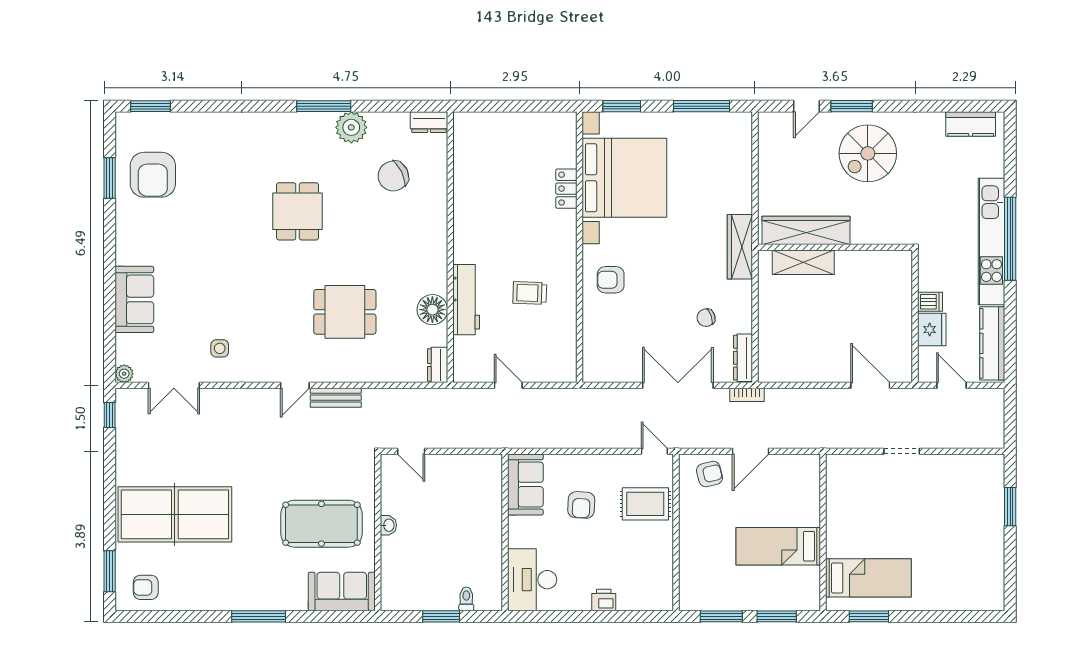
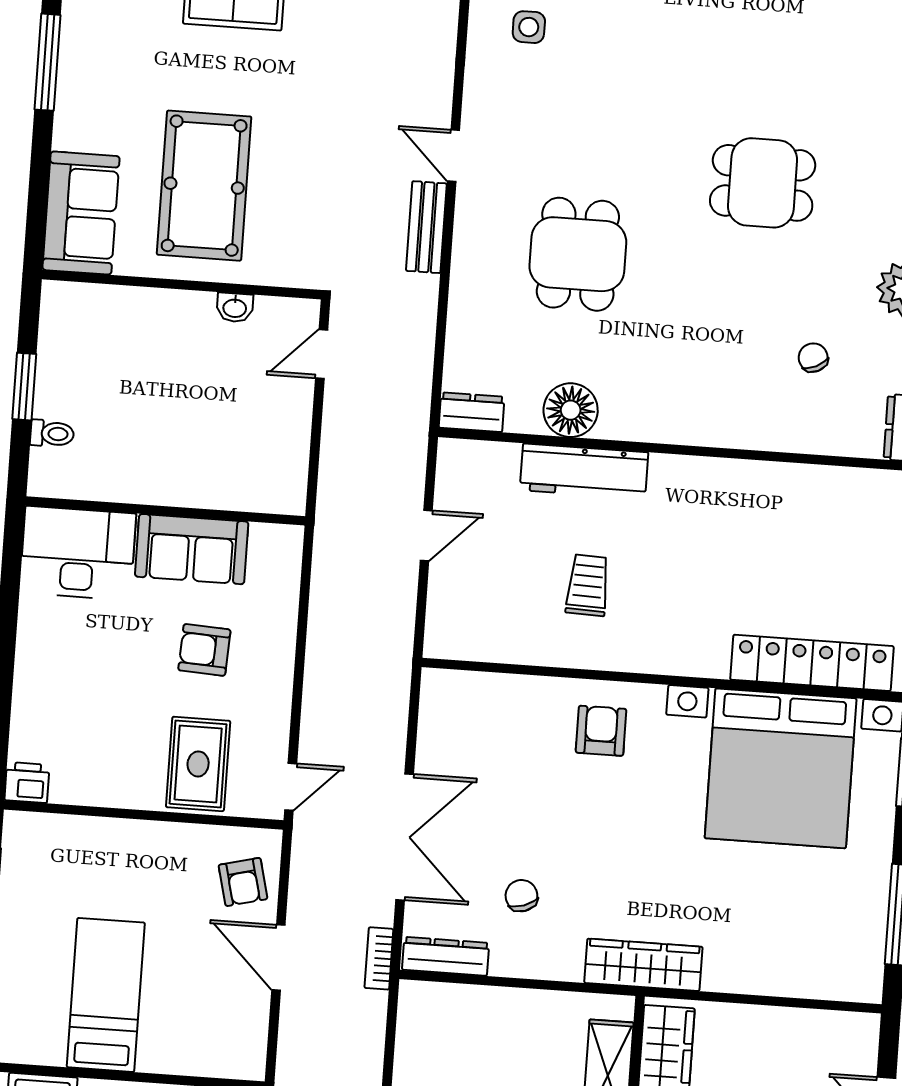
chair: (393, 176) -> (813, 358), width x0.54, depth x0.54
locker: (566, 189) -> (812, 663), width x2.16, depth x1.21
sofa: (525, 484) -> (192, 549), moved
washbasin: (388, 525) -> (235, 307), moved
printer: (604, 600) -> (27, 783), moved, turned -90

